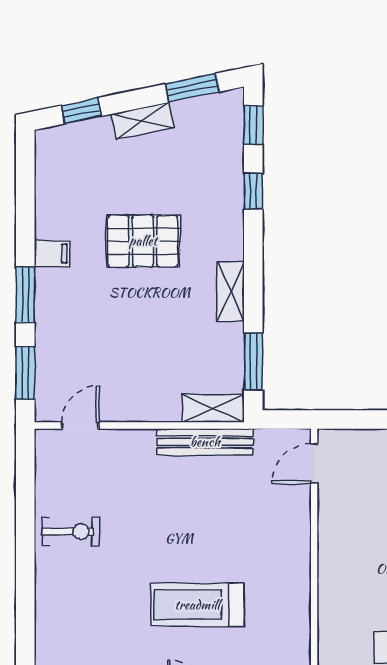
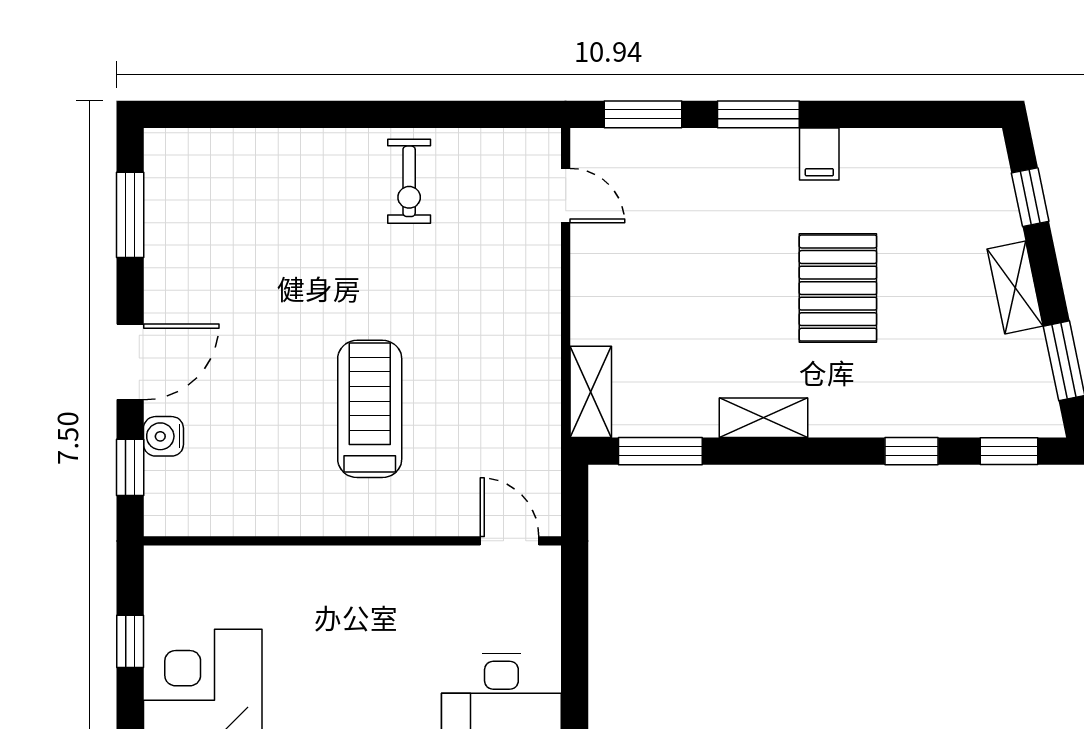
bench: (205, 442) -> (541, 380), removed
treadmill: (197, 605) -> (370, 409), moved

